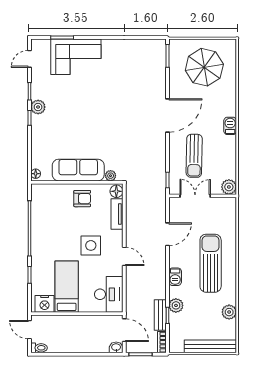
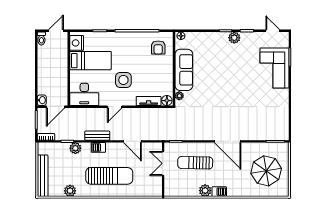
plant: (229, 187) -> (205, 191), moved
double door: (195, 196) -> (163, 163), swing flipped
armchair: (82, 199) -> (158, 47), moved
bench: (160, 315) -> (97, 136), moved

